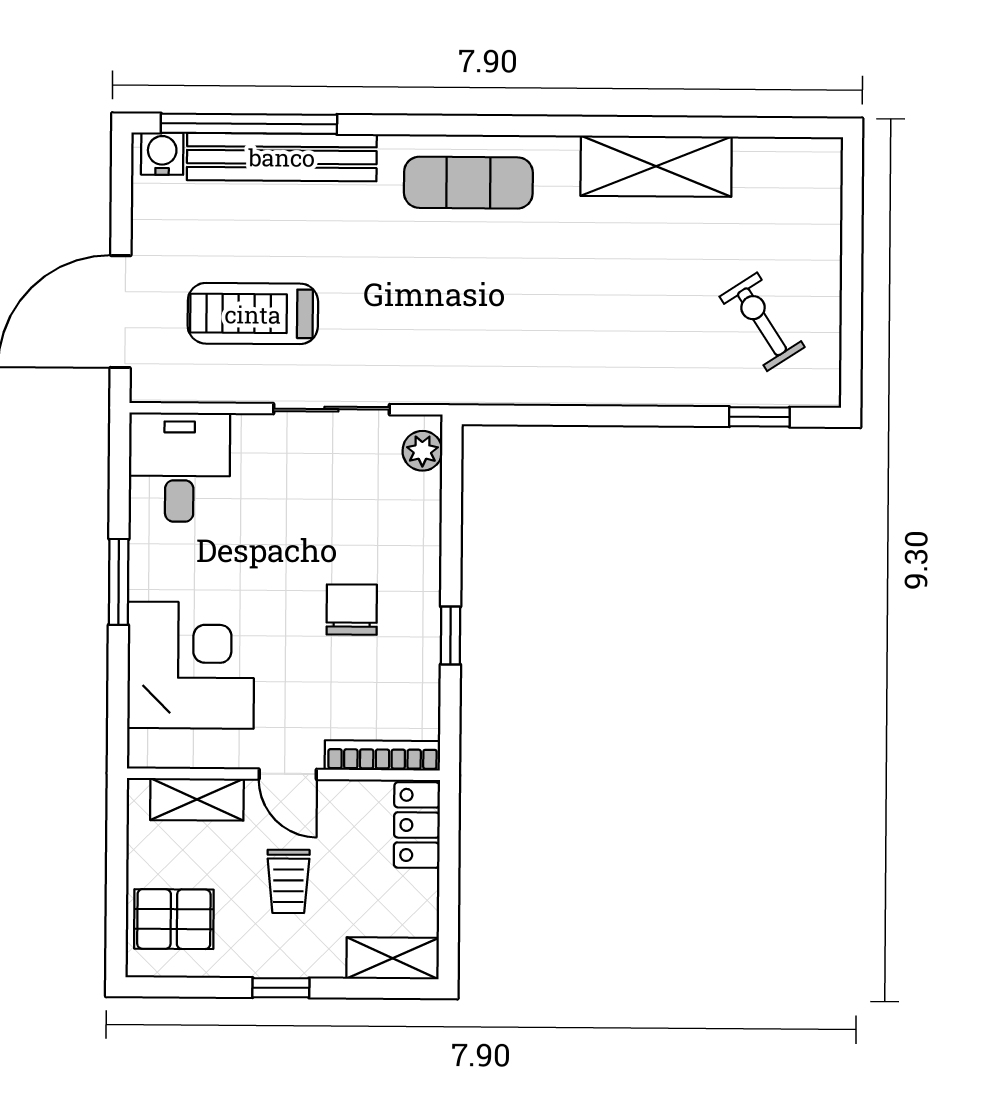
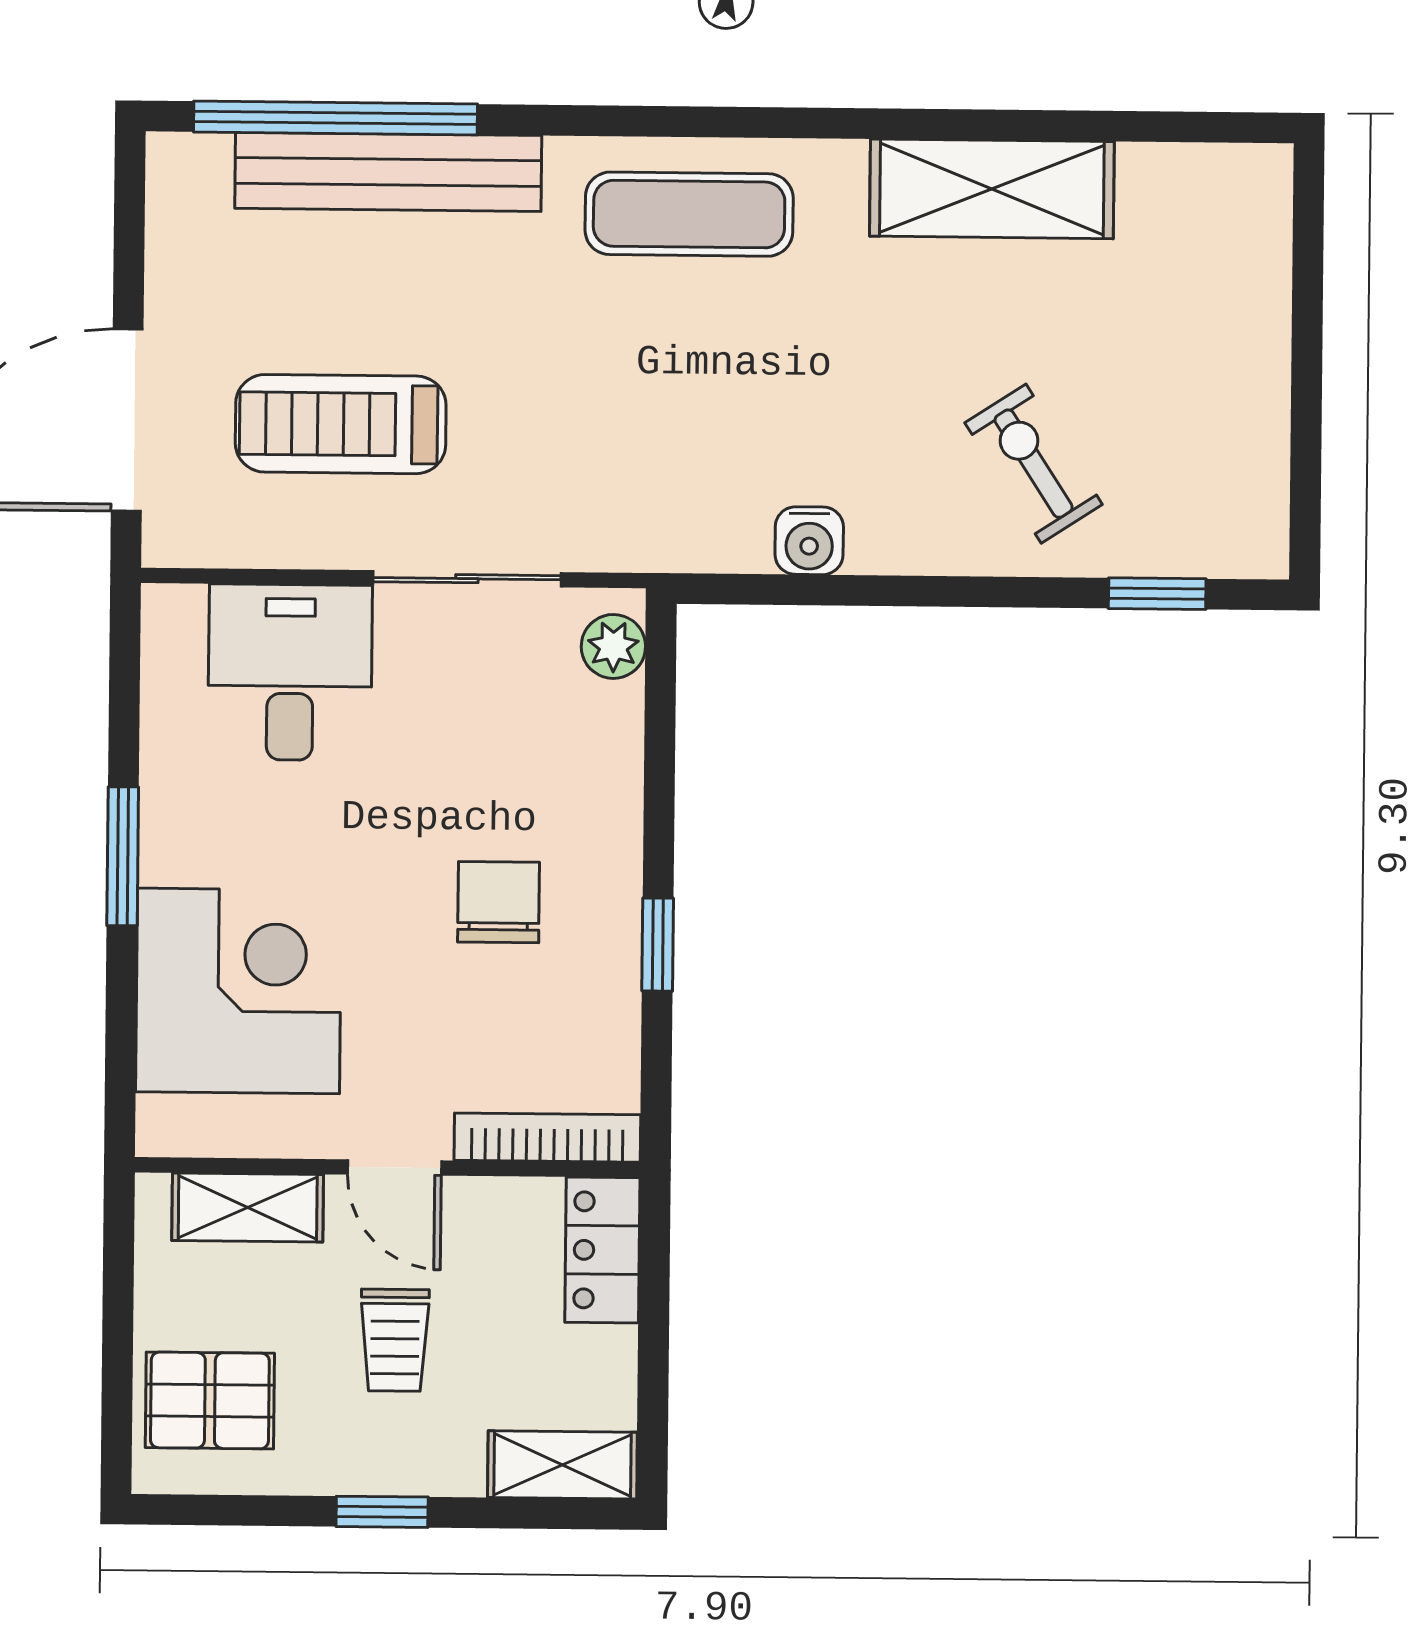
water cooler: (162, 154) -> (809, 541), moved, turned 180
exercise bike: (762, 322) -> (1034, 464), moved
desk: (179, 467) -> (290, 672), moved

